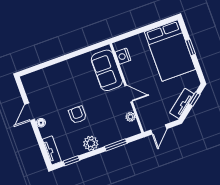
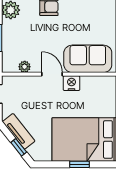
nightstand: (123, 56) -> (71, 83), moved
door: (129, 94) -> (52, 74), swing flipped

